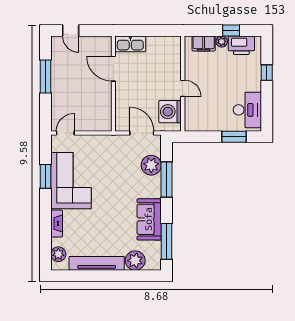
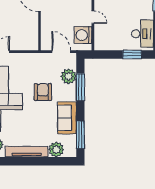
armchair: (118, 186) -> (43, 92), added

